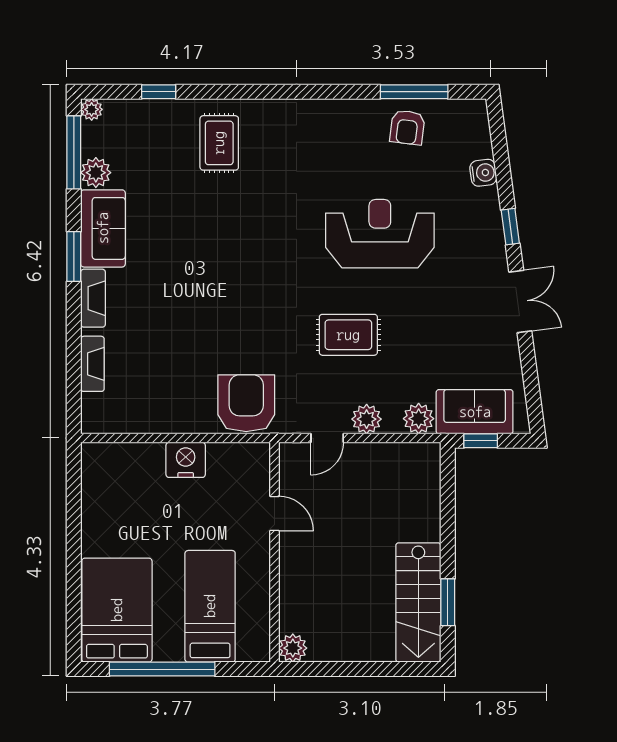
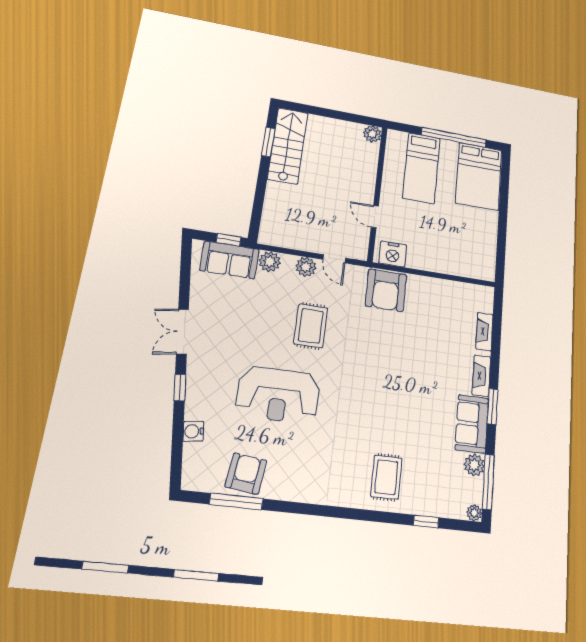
armchair: (407, 127) -> (246, 474), width x1.38, depth x1.38
rug: (348, 335) -> (311, 326), turned 90
door: (327, 438) -> (334, 259), swing flipped
nightstand: (186, 460) -> (393, 254), moved

